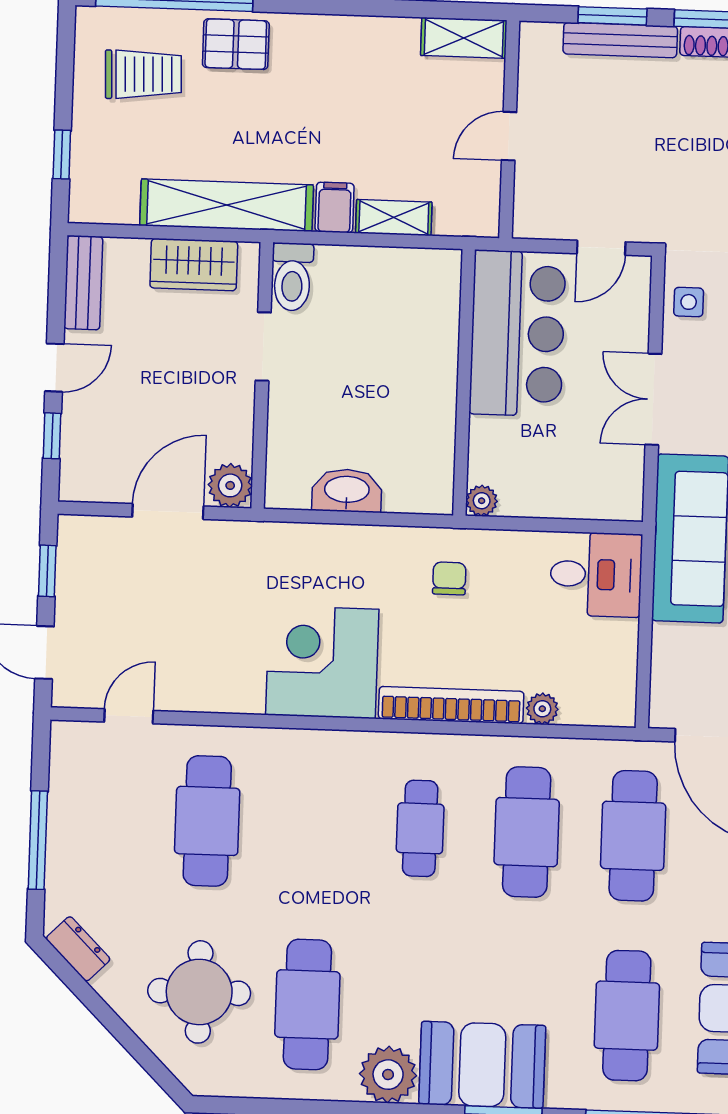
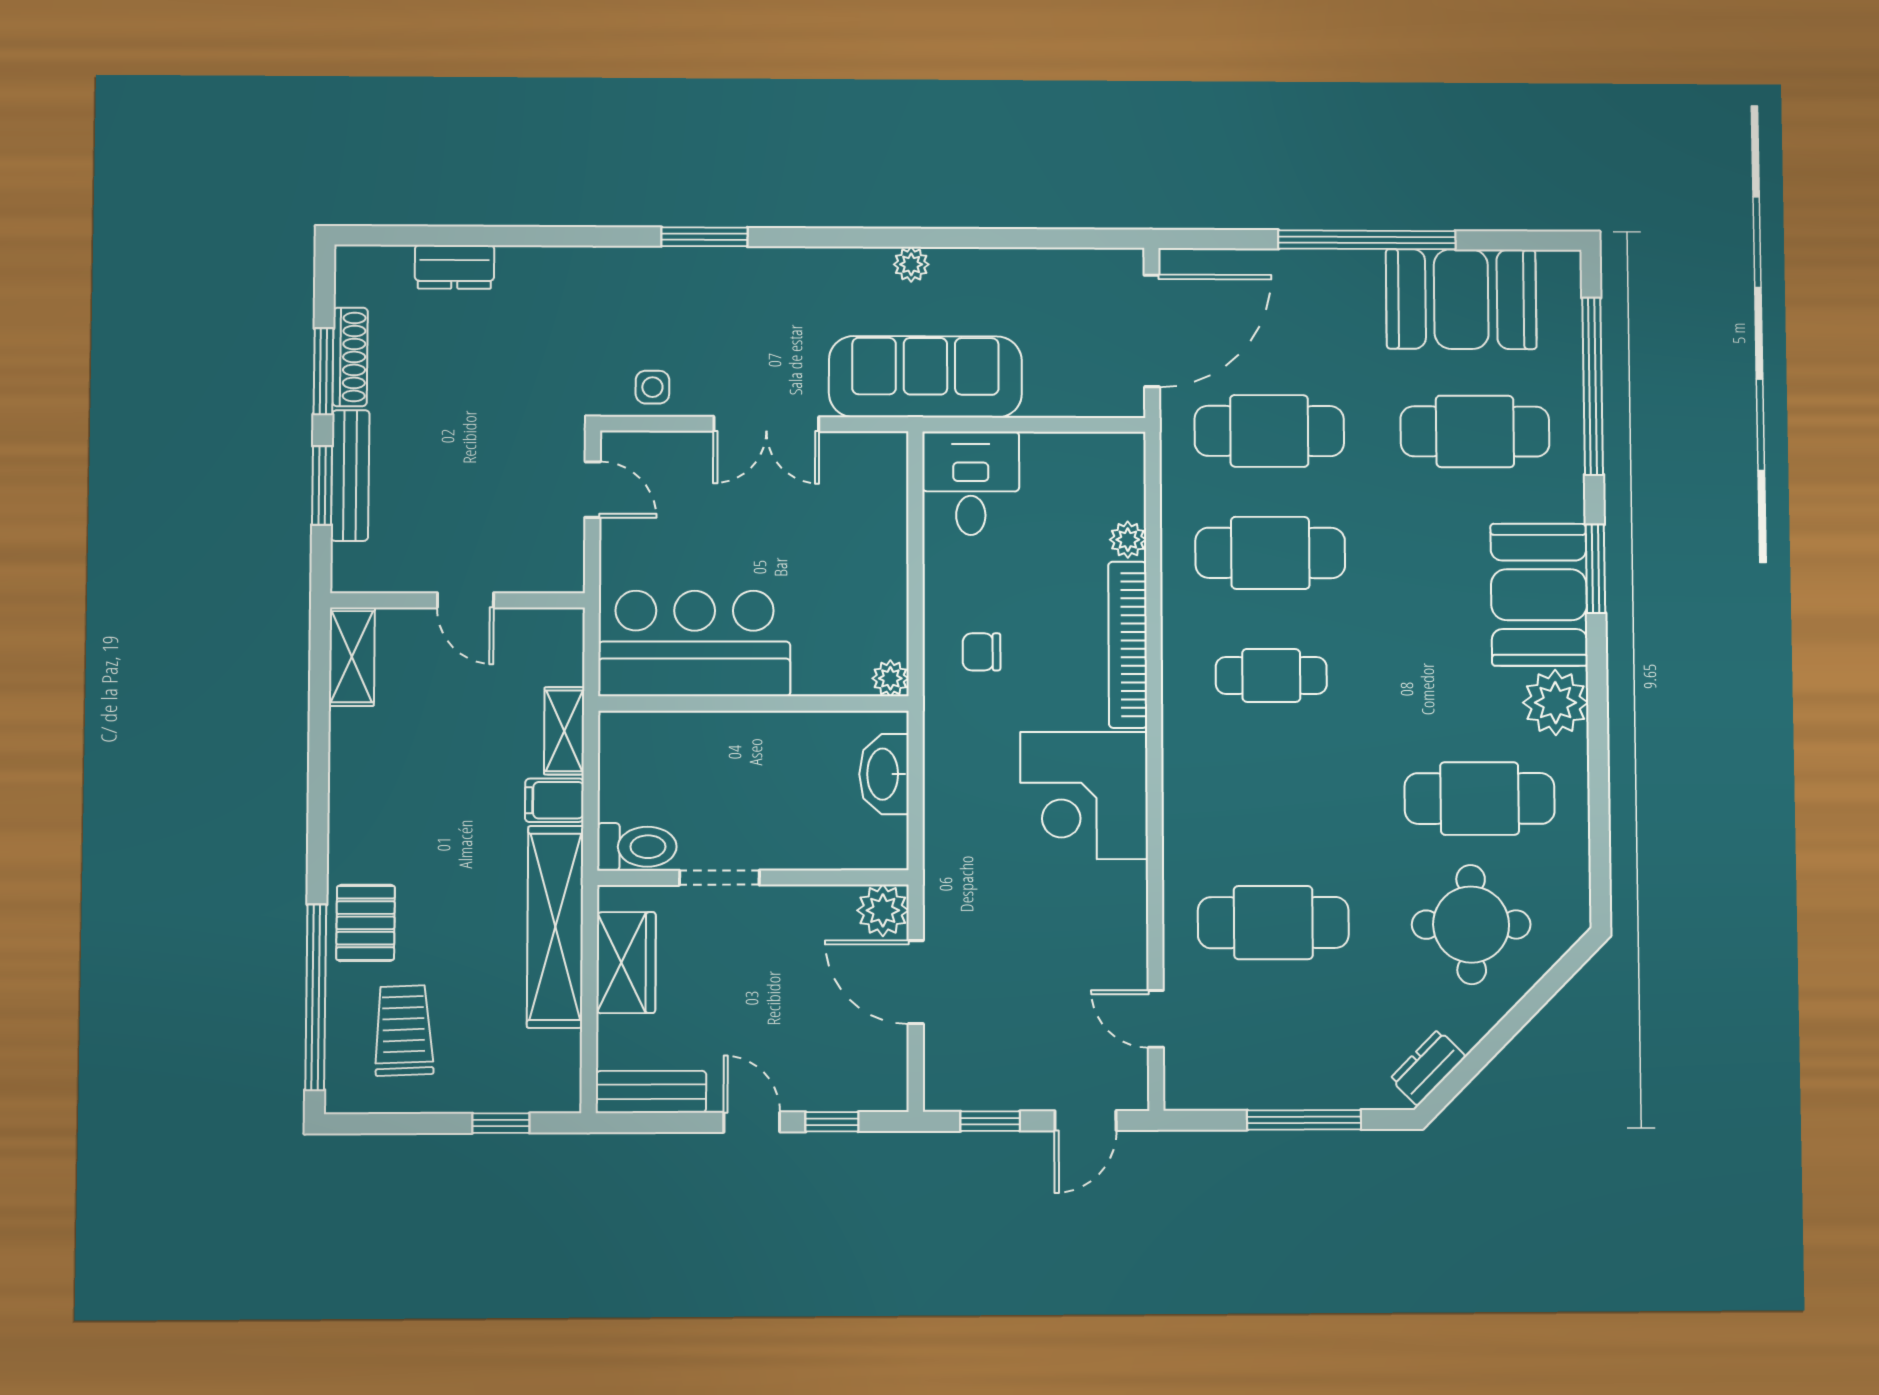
bar counter: (518, 333) -> (695, 643), moved
wall: (464, 382) -> (754, 704), moved
plant: (482, 501) -> (890, 678), moved

